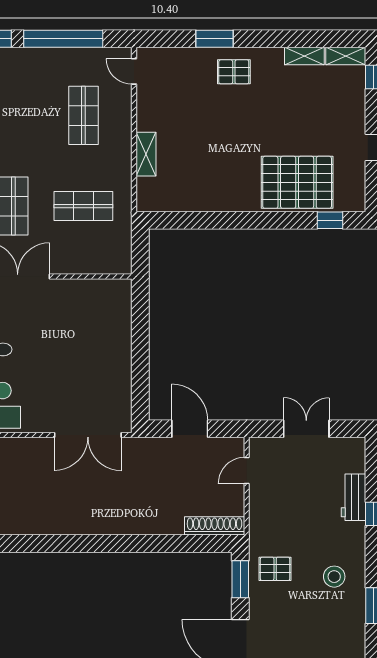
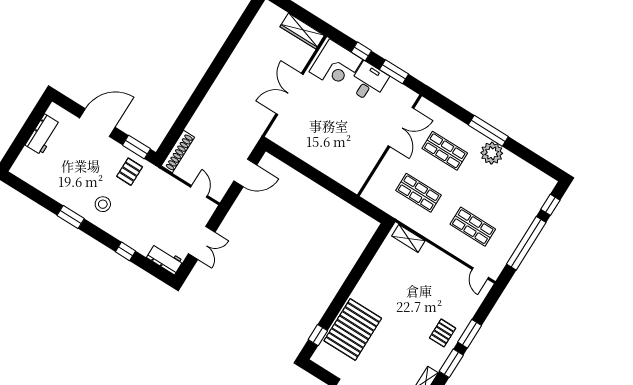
window: (264, 39) -> (451, 363), added
door: (134, 71) -> (480, 273), swing flipped
shelving: (146, 154) -> (408, 238), moved
shop shelf: (83, 206) -> (419, 193), turned 90
double door: (88, 435) -> (289, 94), moved
workbench: (353, 497) -> (165, 259), moved

